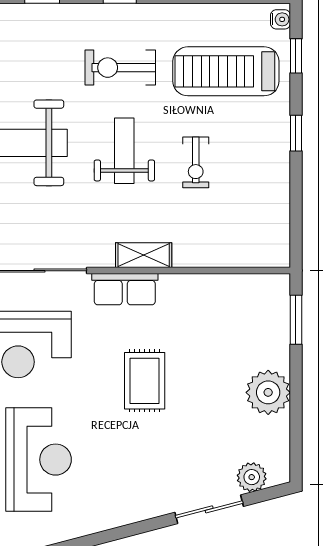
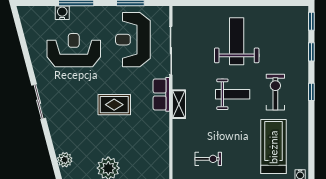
exercise bike: (196, 162) -> (208, 159), moved, turned 180
reception desk: (39, 460) -> (74, 50), turned 180
sliding door: (209, 509) -> (39, 102), moved

